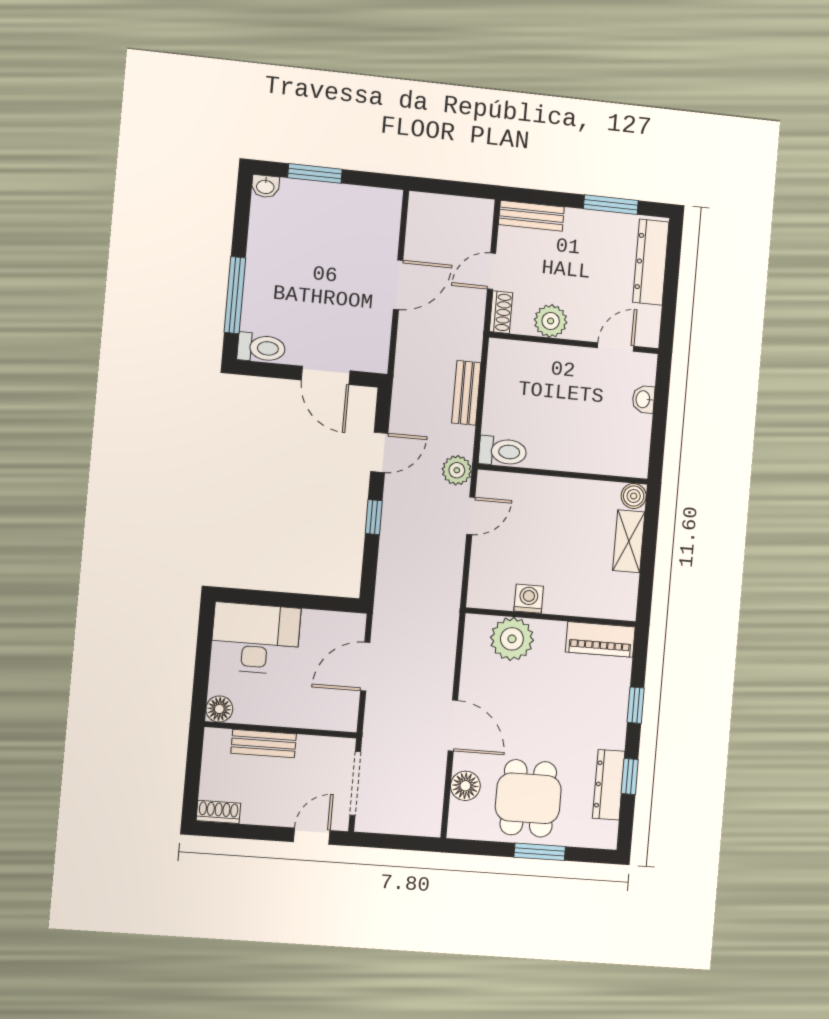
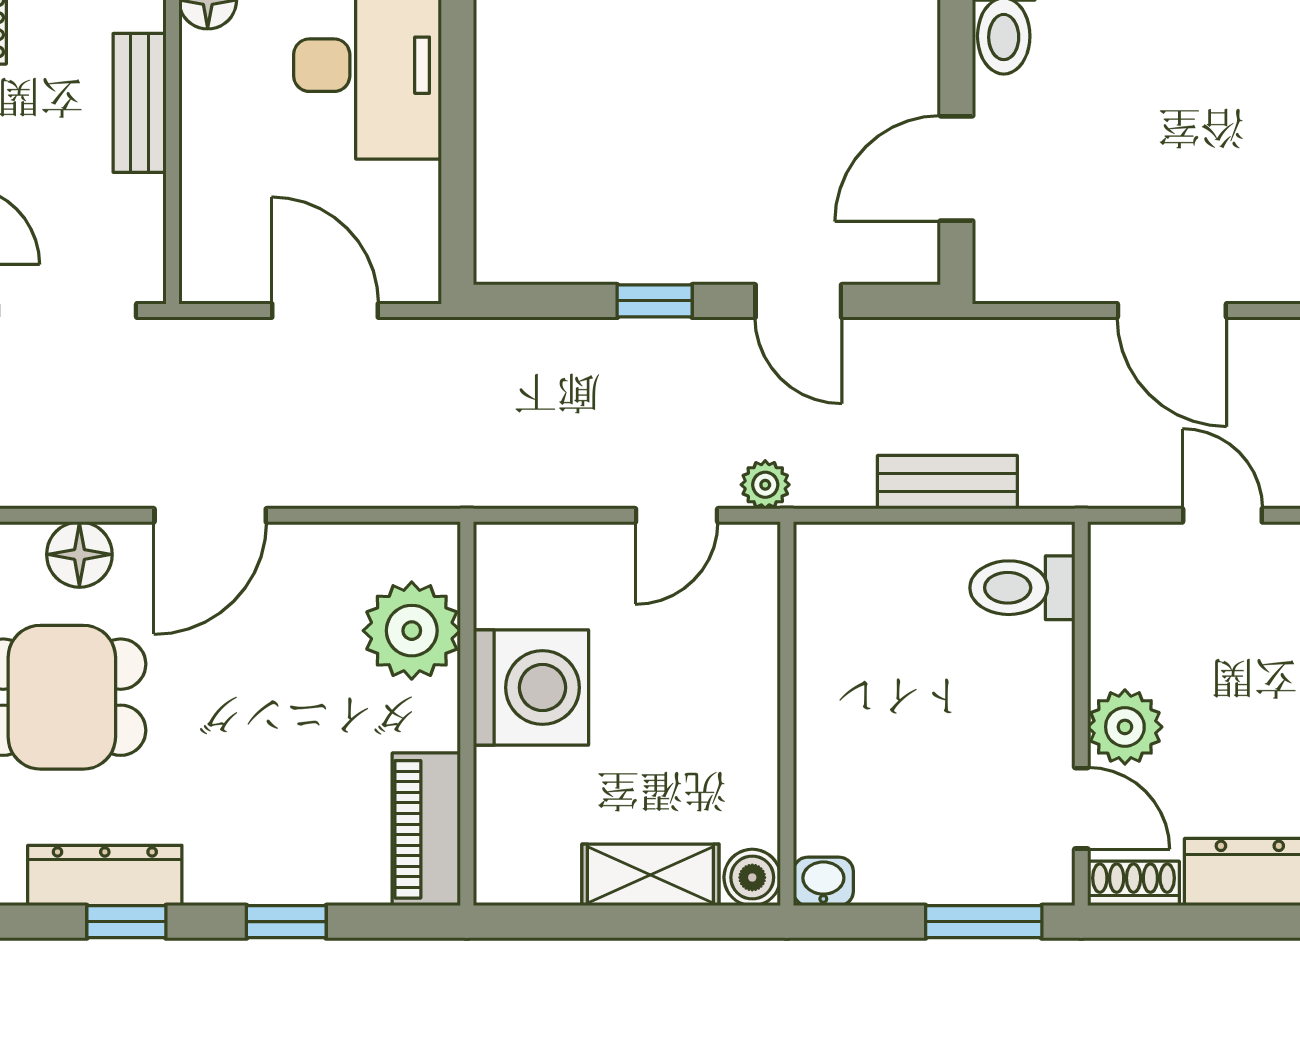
shoe rack: (501, 312) -> (1134, 883), moved, turned 180
plant: (551, 321) -> (1125, 727), moved
window: (662, 395) -> (984, 922), added
washbasin: (643, 399) -> (823, 881), moved
toilet: (503, 451) -> (1022, 588), moved, turned 90
plant: (457, 470) -> (765, 485), width x0.73, depth x0.73
door: (471, 516) -> (677, 515), hinge flipped
washing machine: (529, 599) -> (531, 688), width x1.89, depth x1.89

